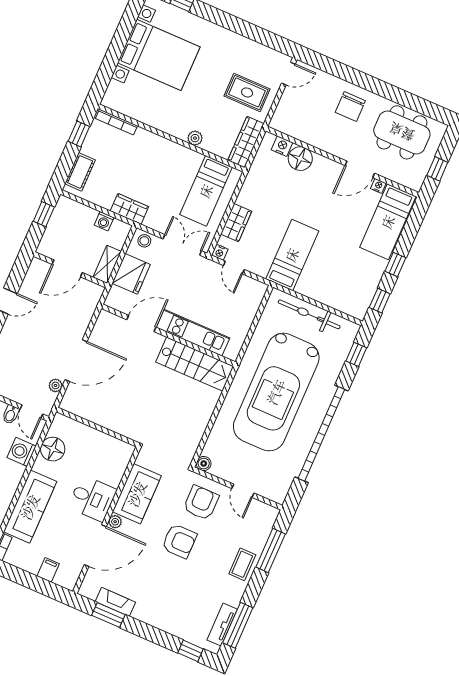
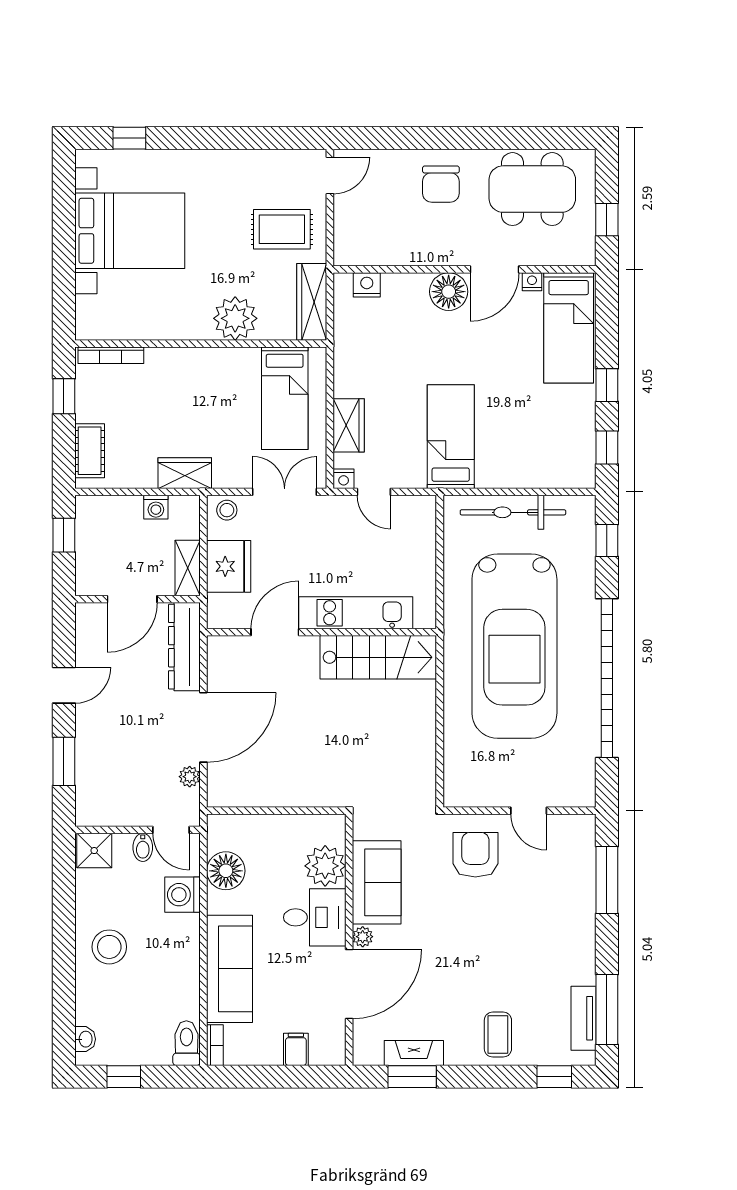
plant: (195, 138) -> (235, 318), width x1.88, depth x1.88
floor lamp: (300, 159) -> (449, 292), moved
dresser: (85, 309) -> (184, 647), added
boiler: (204, 463) -> (454, 796), removed
plant: (111, 471) -> (325, 866), added
armchair: (179, 541) -> (468, 924), removed
coffee table: (242, 564) -> (498, 1035), moved

